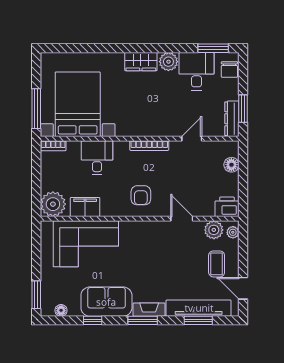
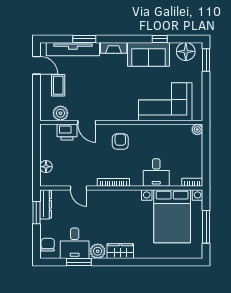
window: (213, 48) -> (79, 262), moved
window: (36, 109) -> (206, 227), moved
door: (192, 139) -> (79, 188), hinge flipped
plant: (53, 204) -> (197, 129), width x0.53, depth x0.53
filing cabinet: (85, 207) -> (166, 132), removed
printer: (227, 207) -> (67, 132), moved
plant: (233, 232) -> (45, 111), removed
floor lamp: (61, 310) -> (186, 51), width x1.89, depth x1.89
window: (143, 320) -> (119, 39), removed
window: (198, 320) -> (84, 39), moved

